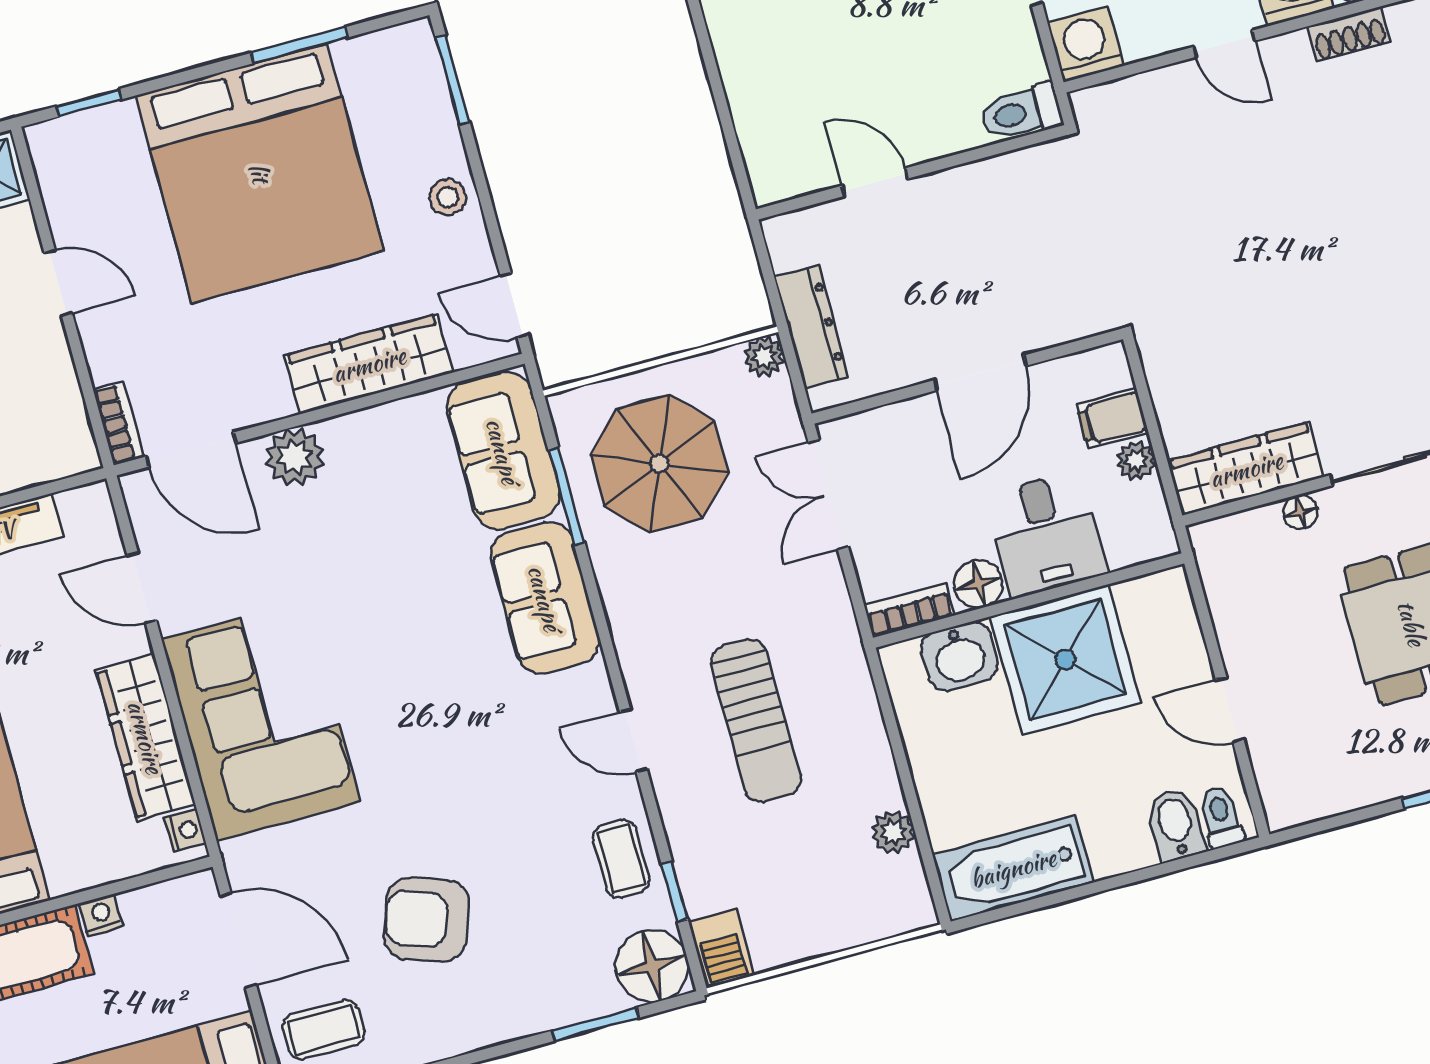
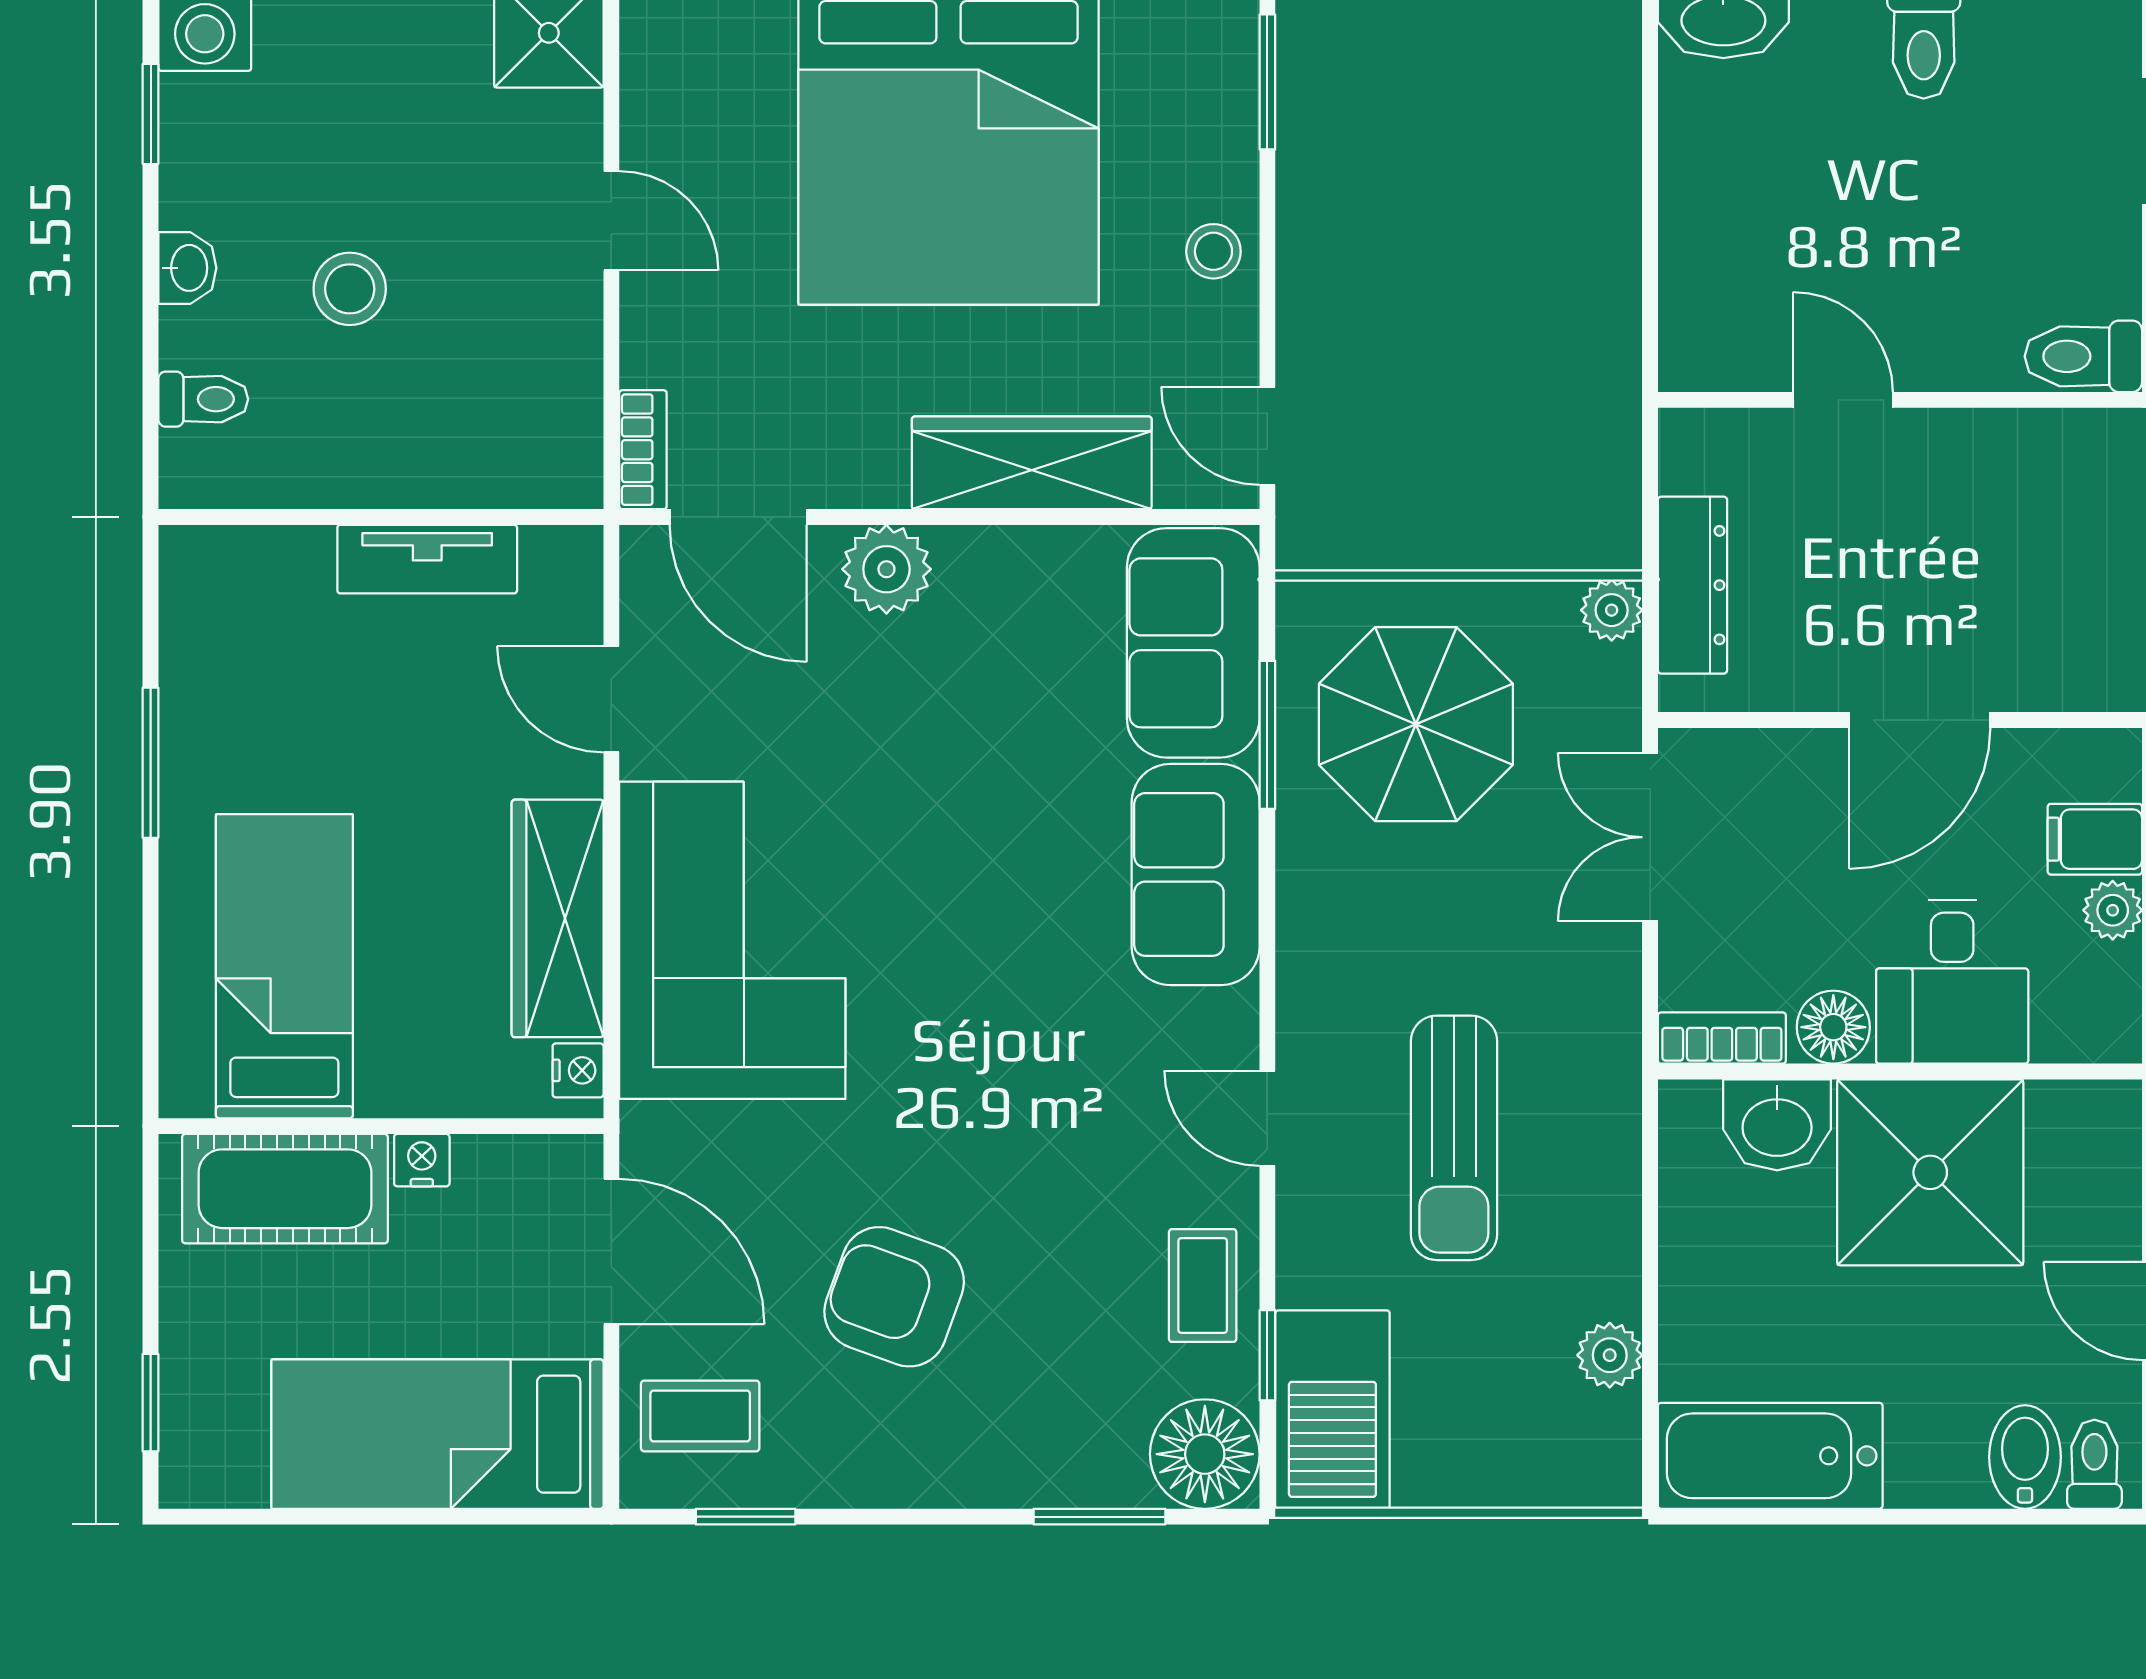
barbecue: (721, 948) -> (1332, 1410), width x1.88, depth x1.53

